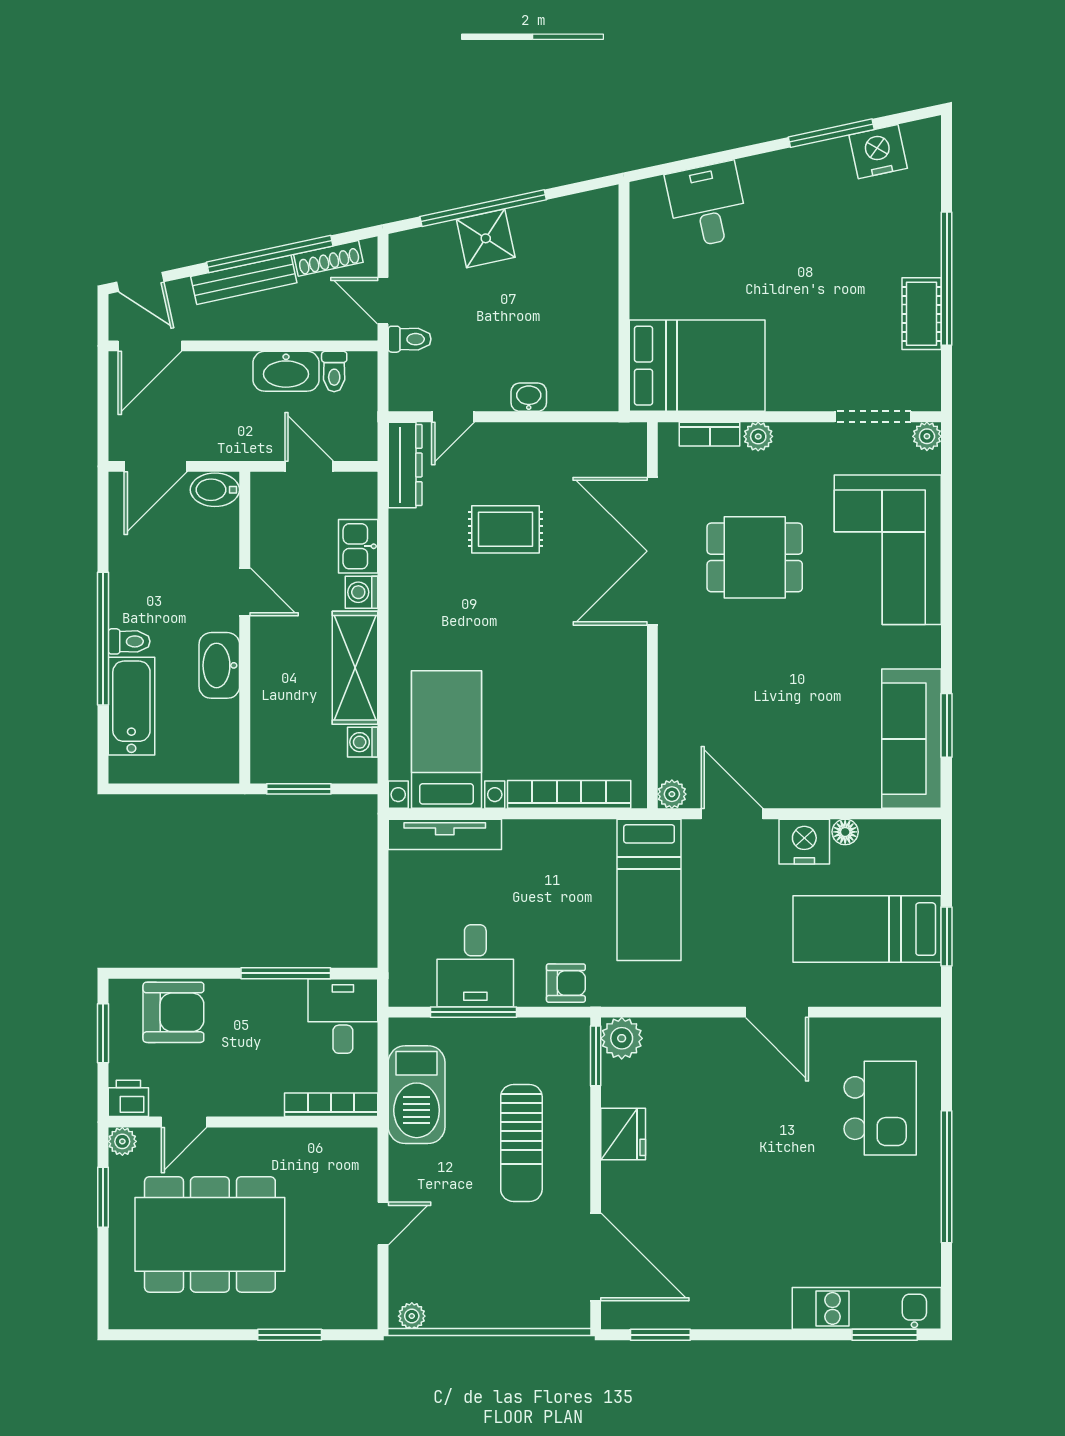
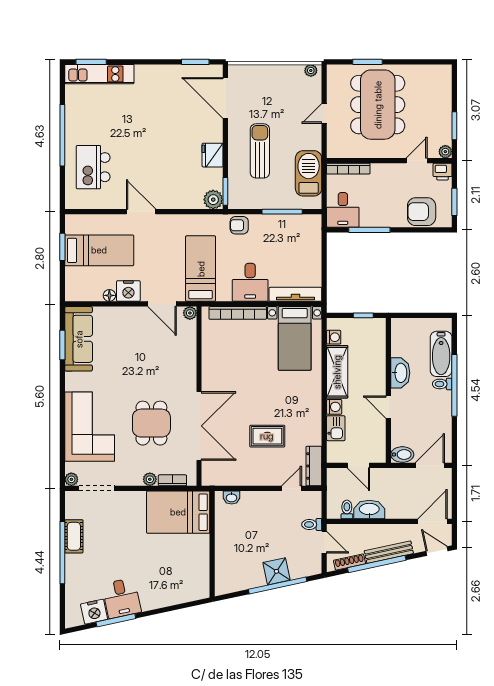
desk: (707, 205) -> (122, 598), moved
washbasin: (529, 397) -> (232, 497), moved
dining table: (755, 557) -> (151, 423), turned 90
window: (299, 789) -> (363, 315), width x0.67
desk: (475, 966) -> (250, 282), moved, turned 180
dining table: (210, 1234) -> (378, 105), moved, turned 90

